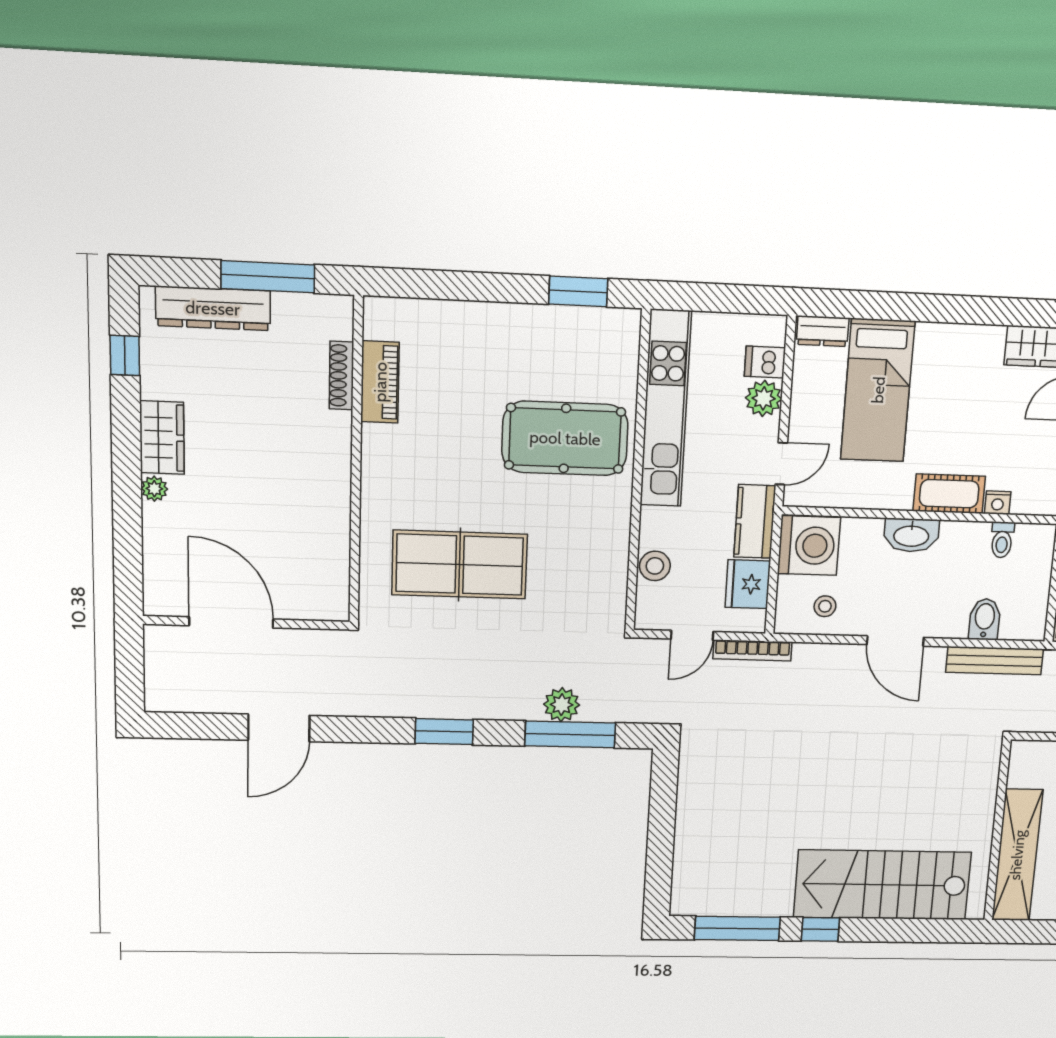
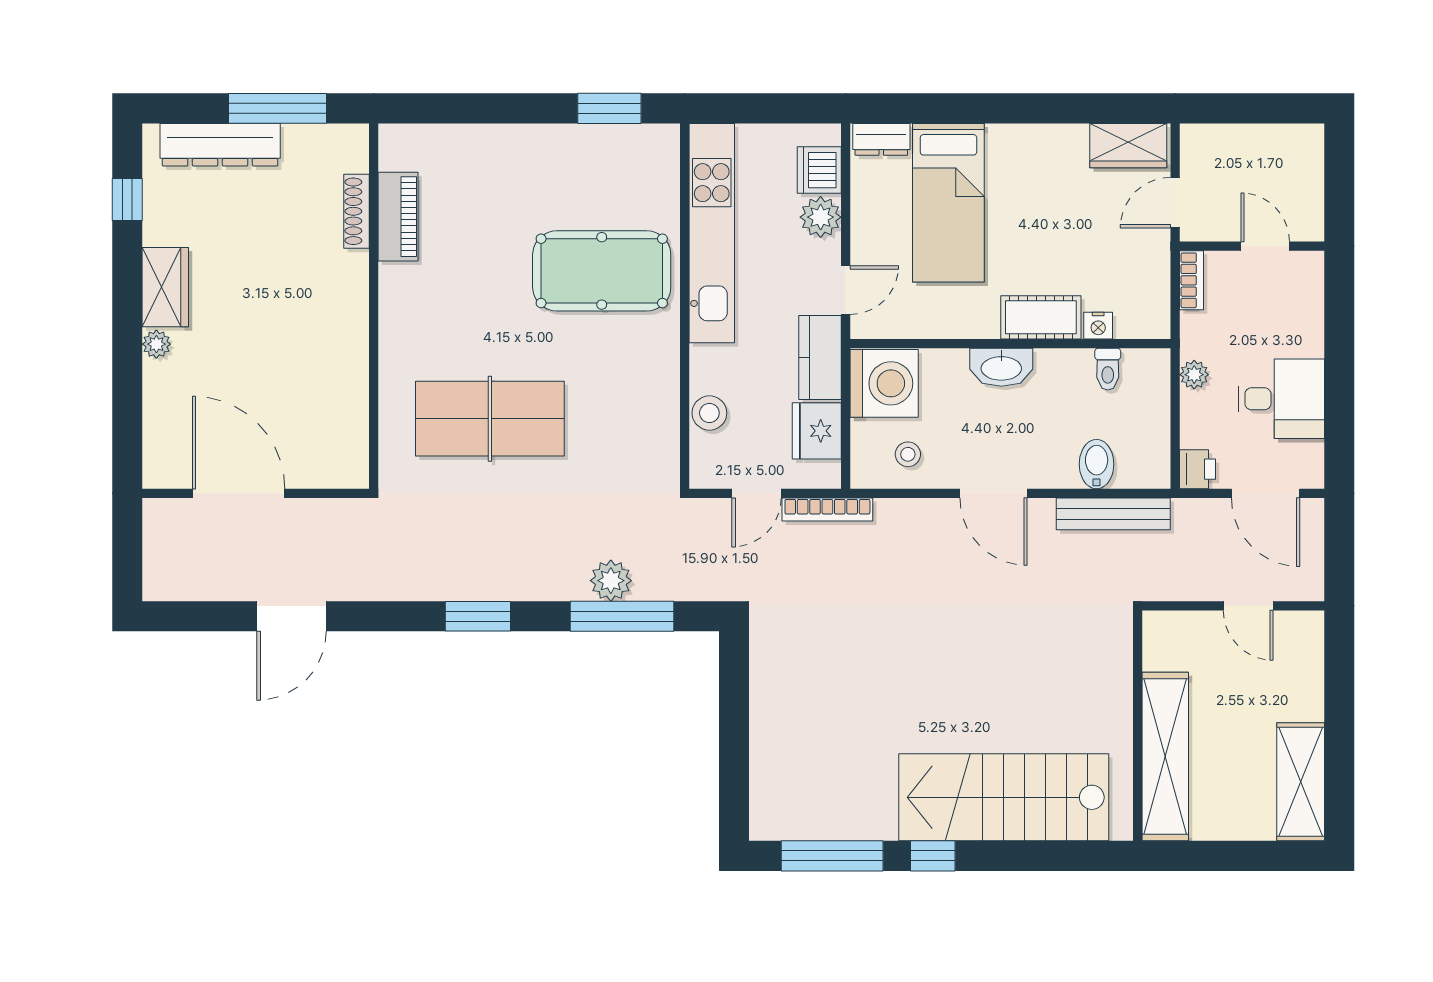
dishwasher: (765, 362) -> (819, 170), width x1.38

